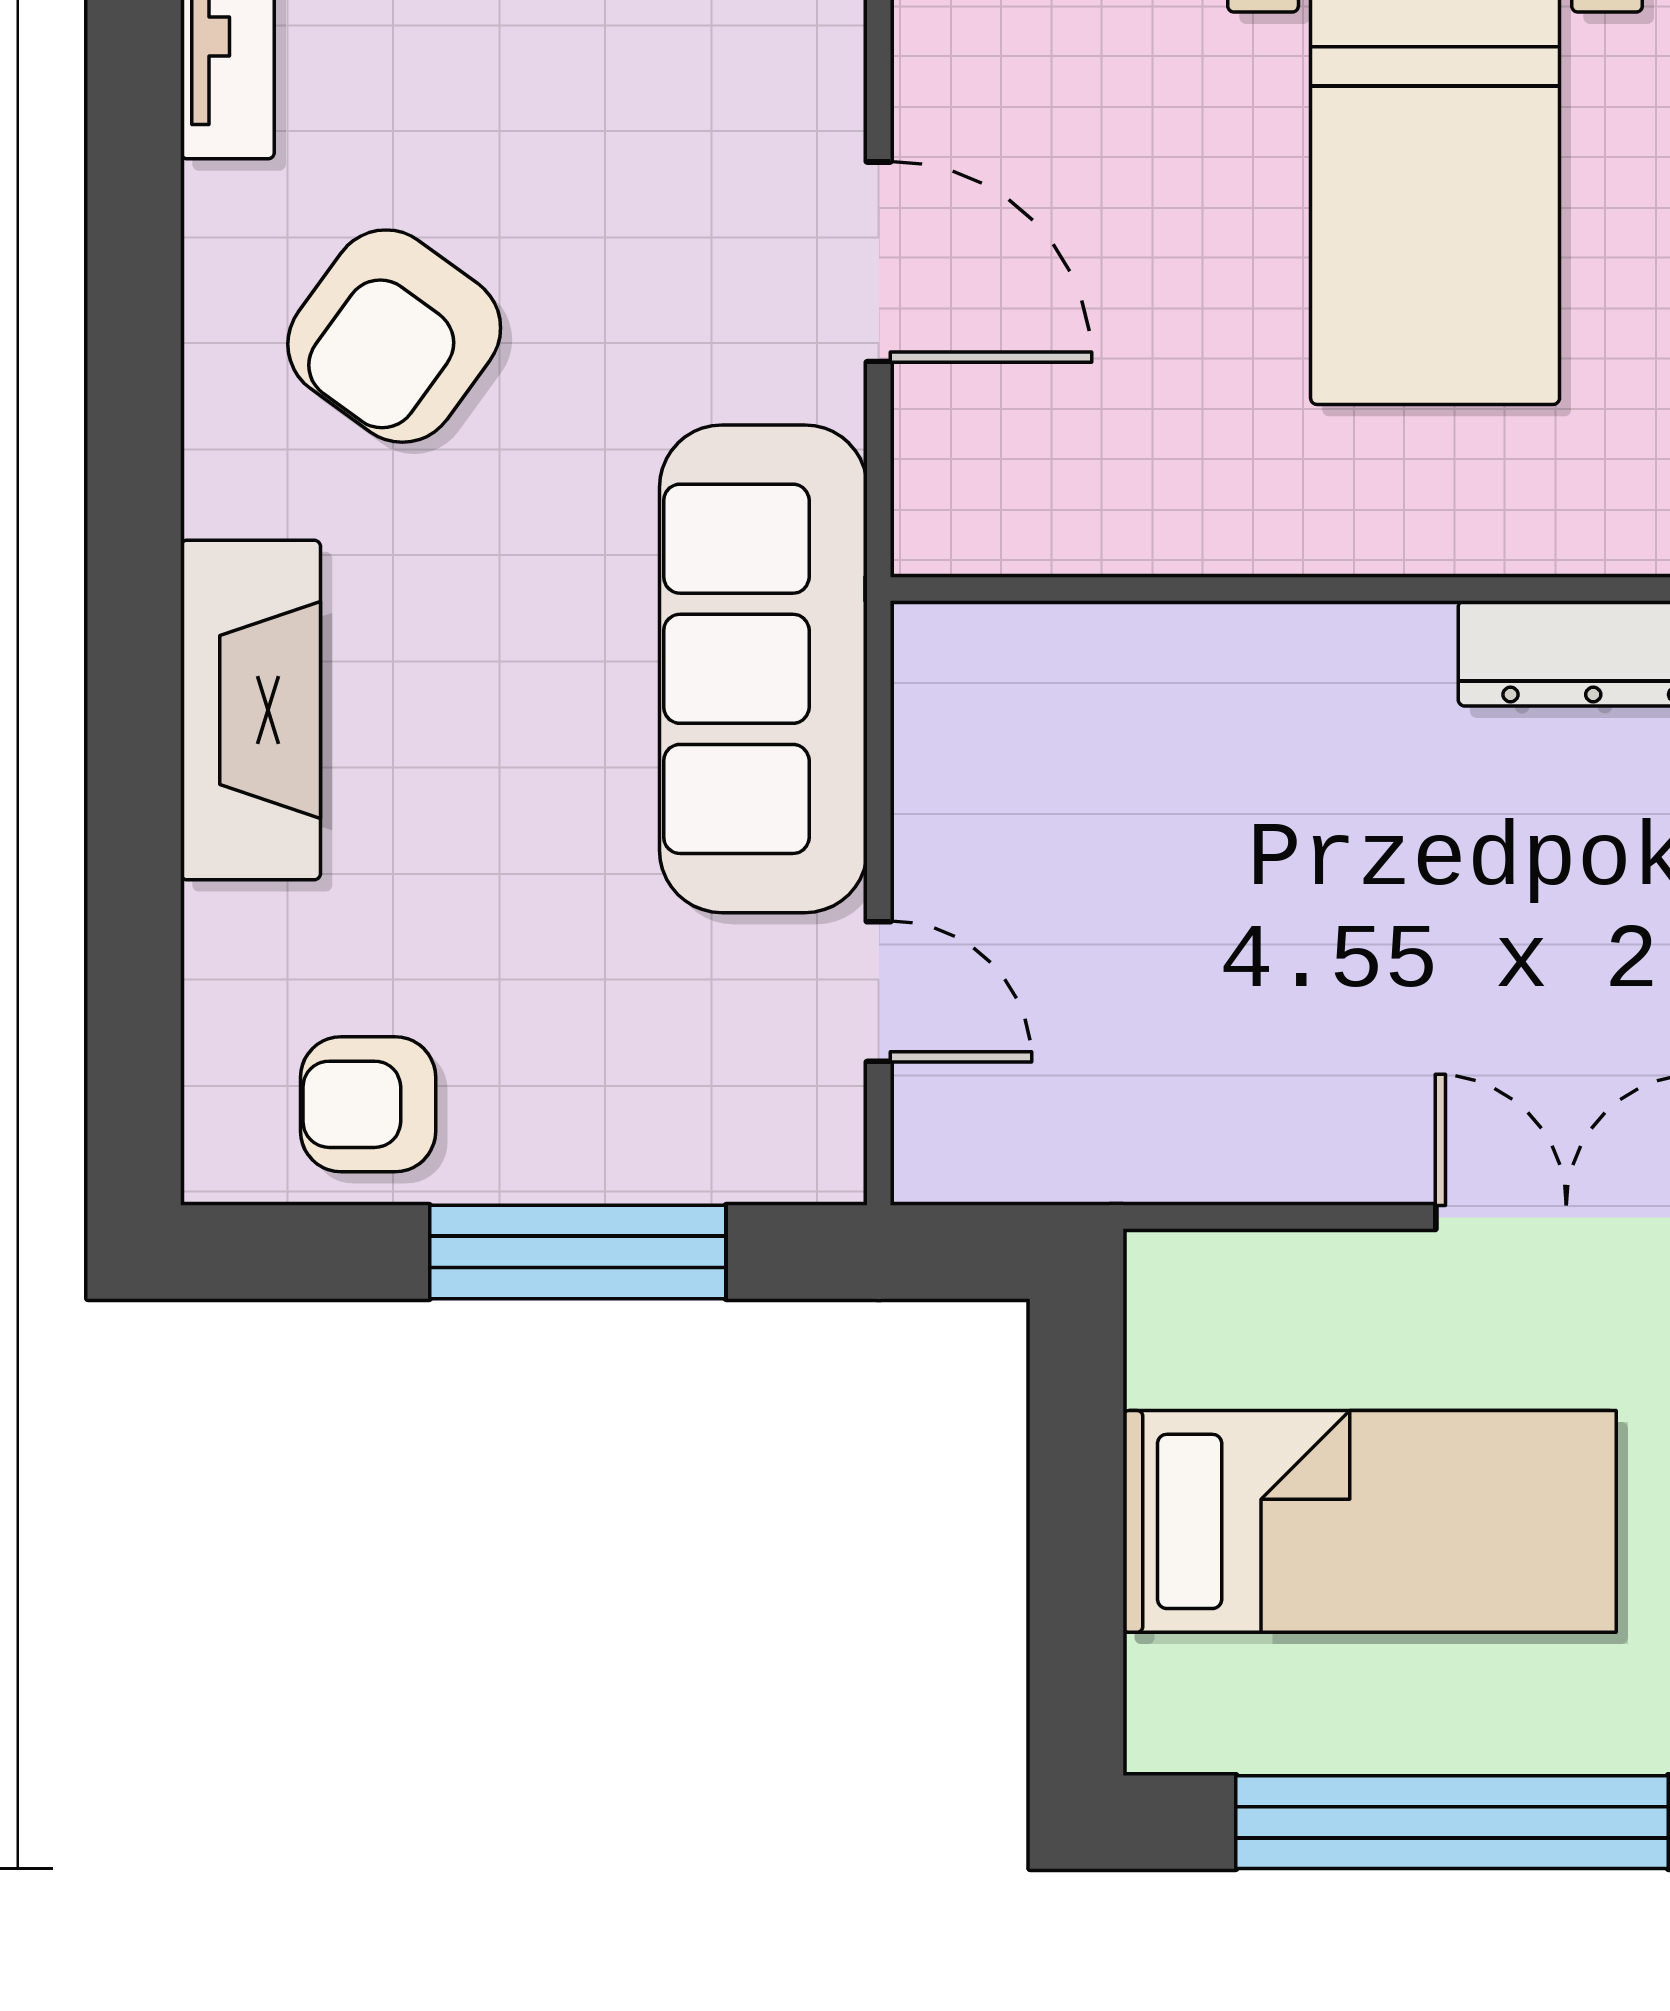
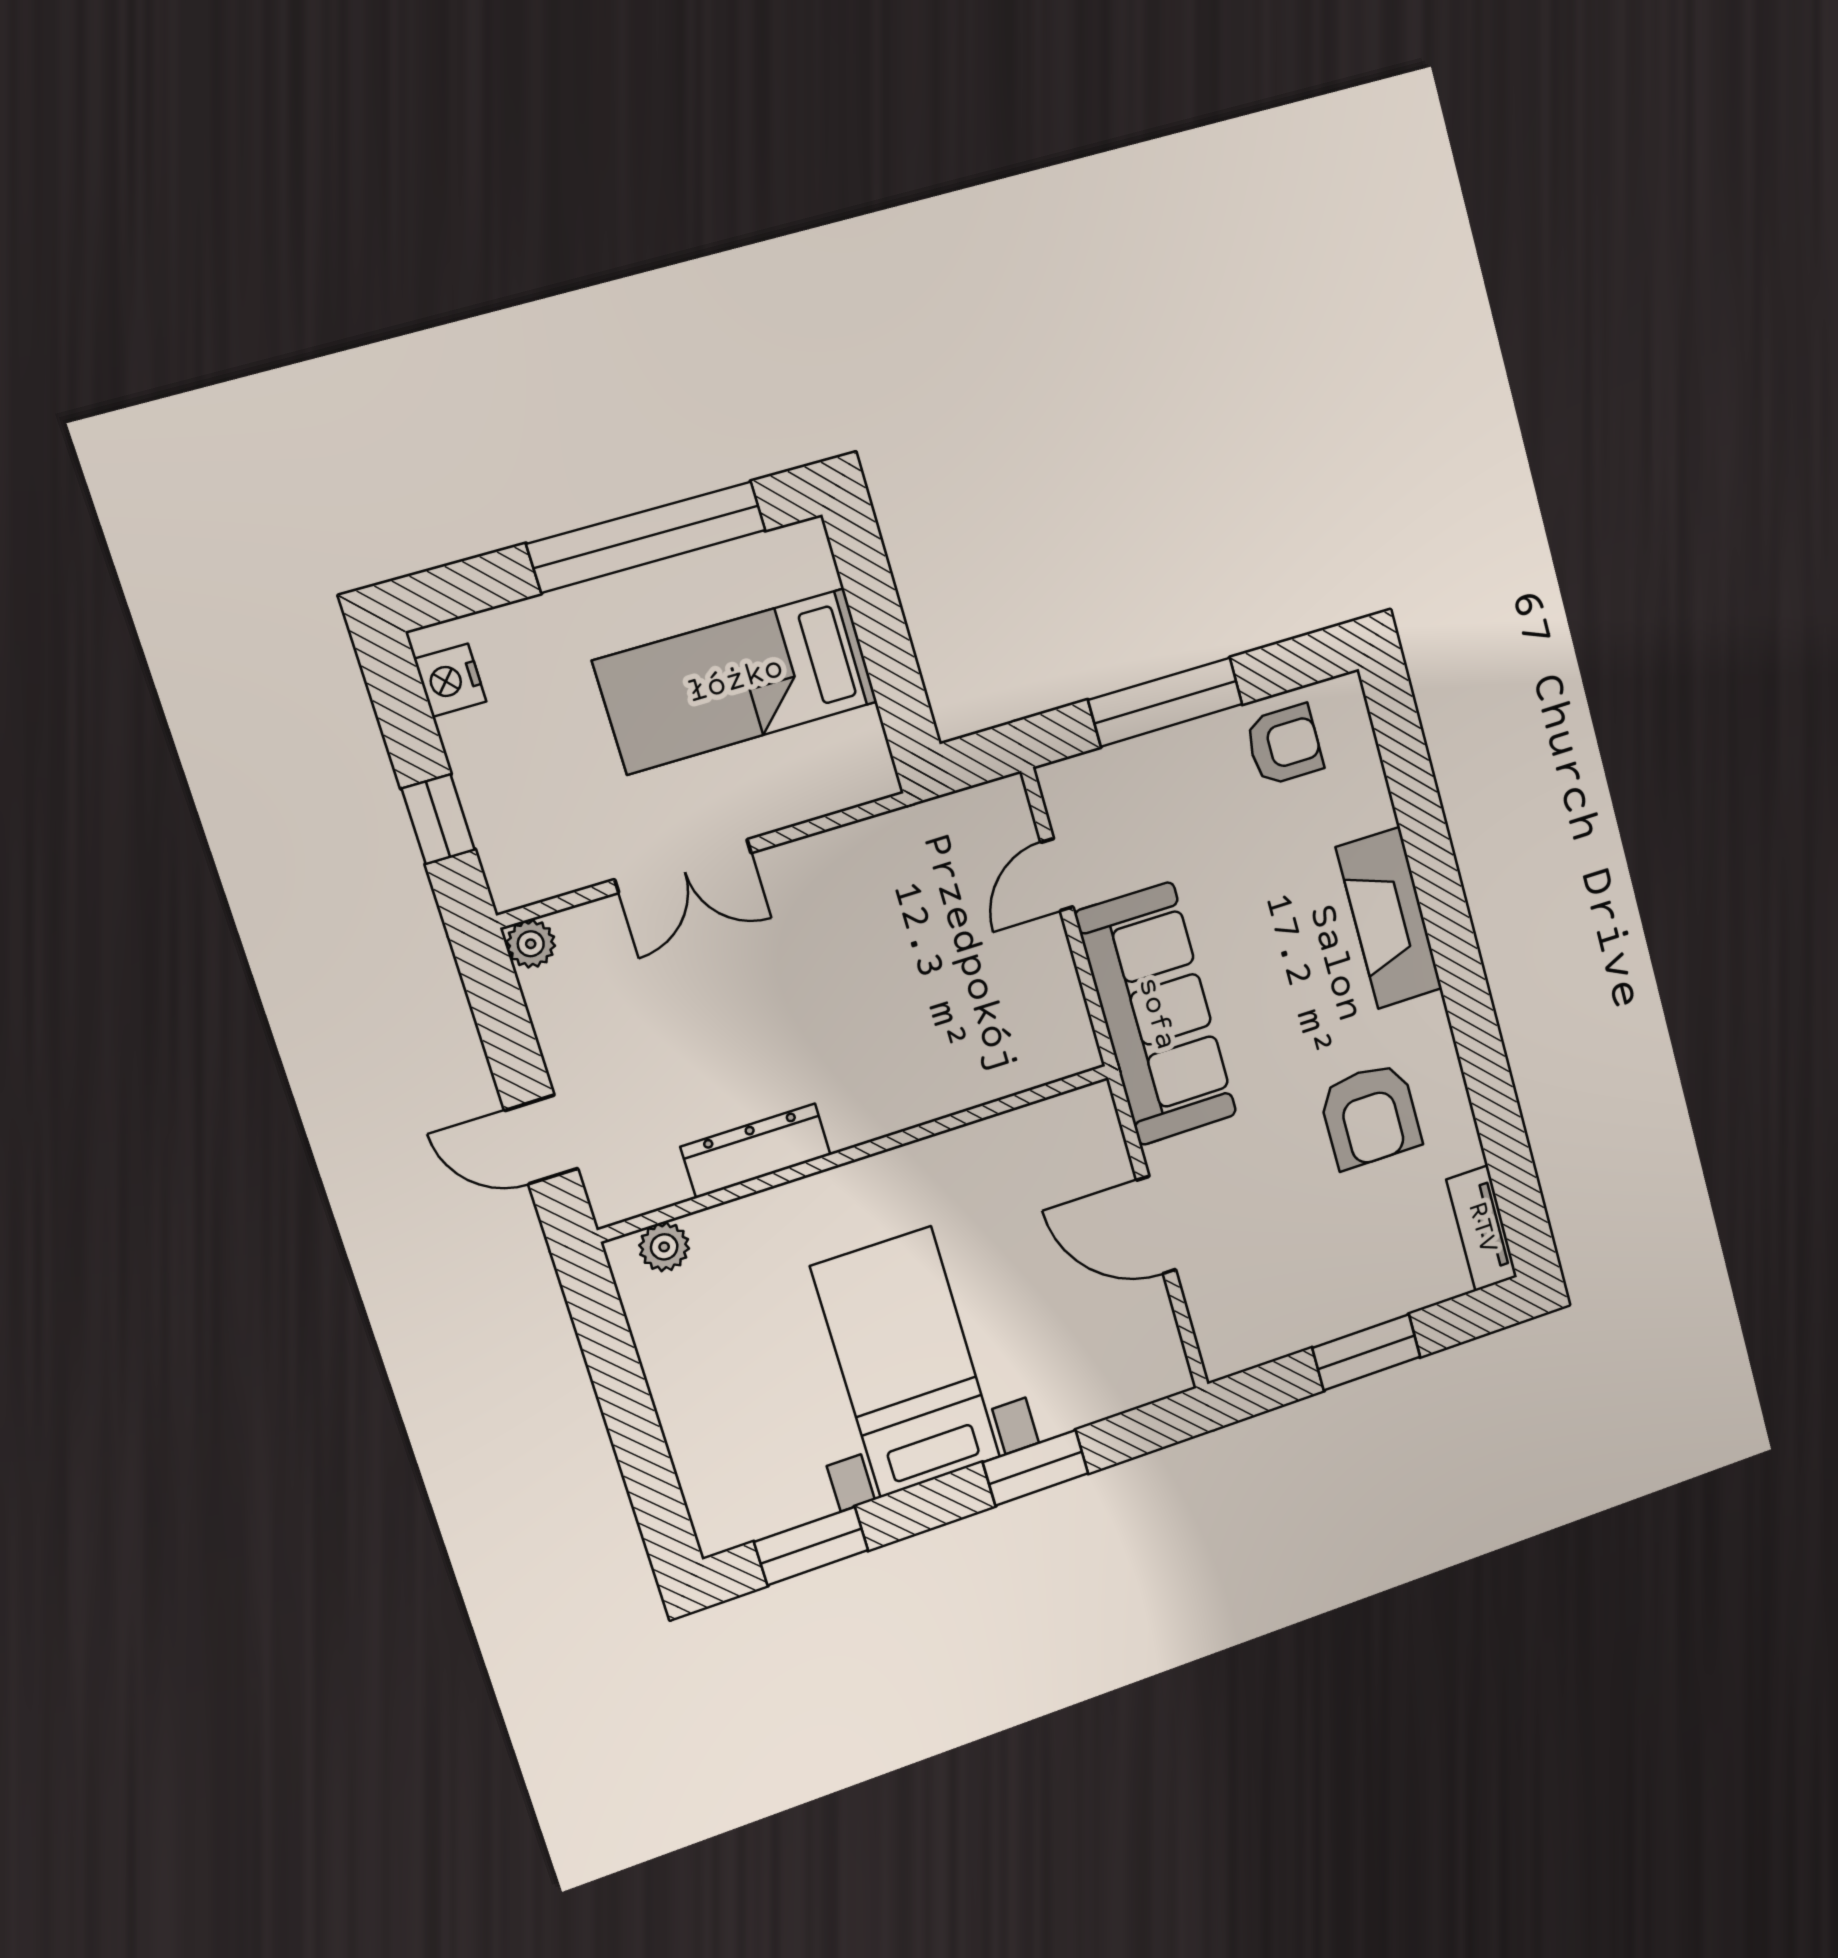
armchair: (394, 336) -> (1370, 1116), turned 144
door: (879, 992) -> (1057, 875), hinge flipped

